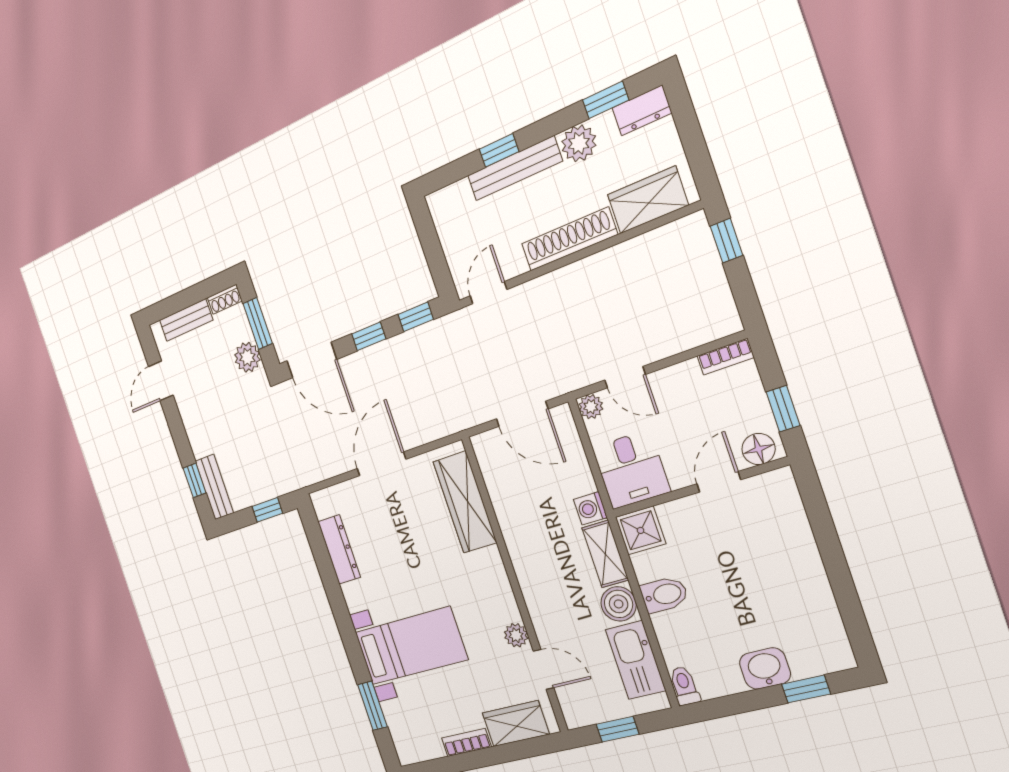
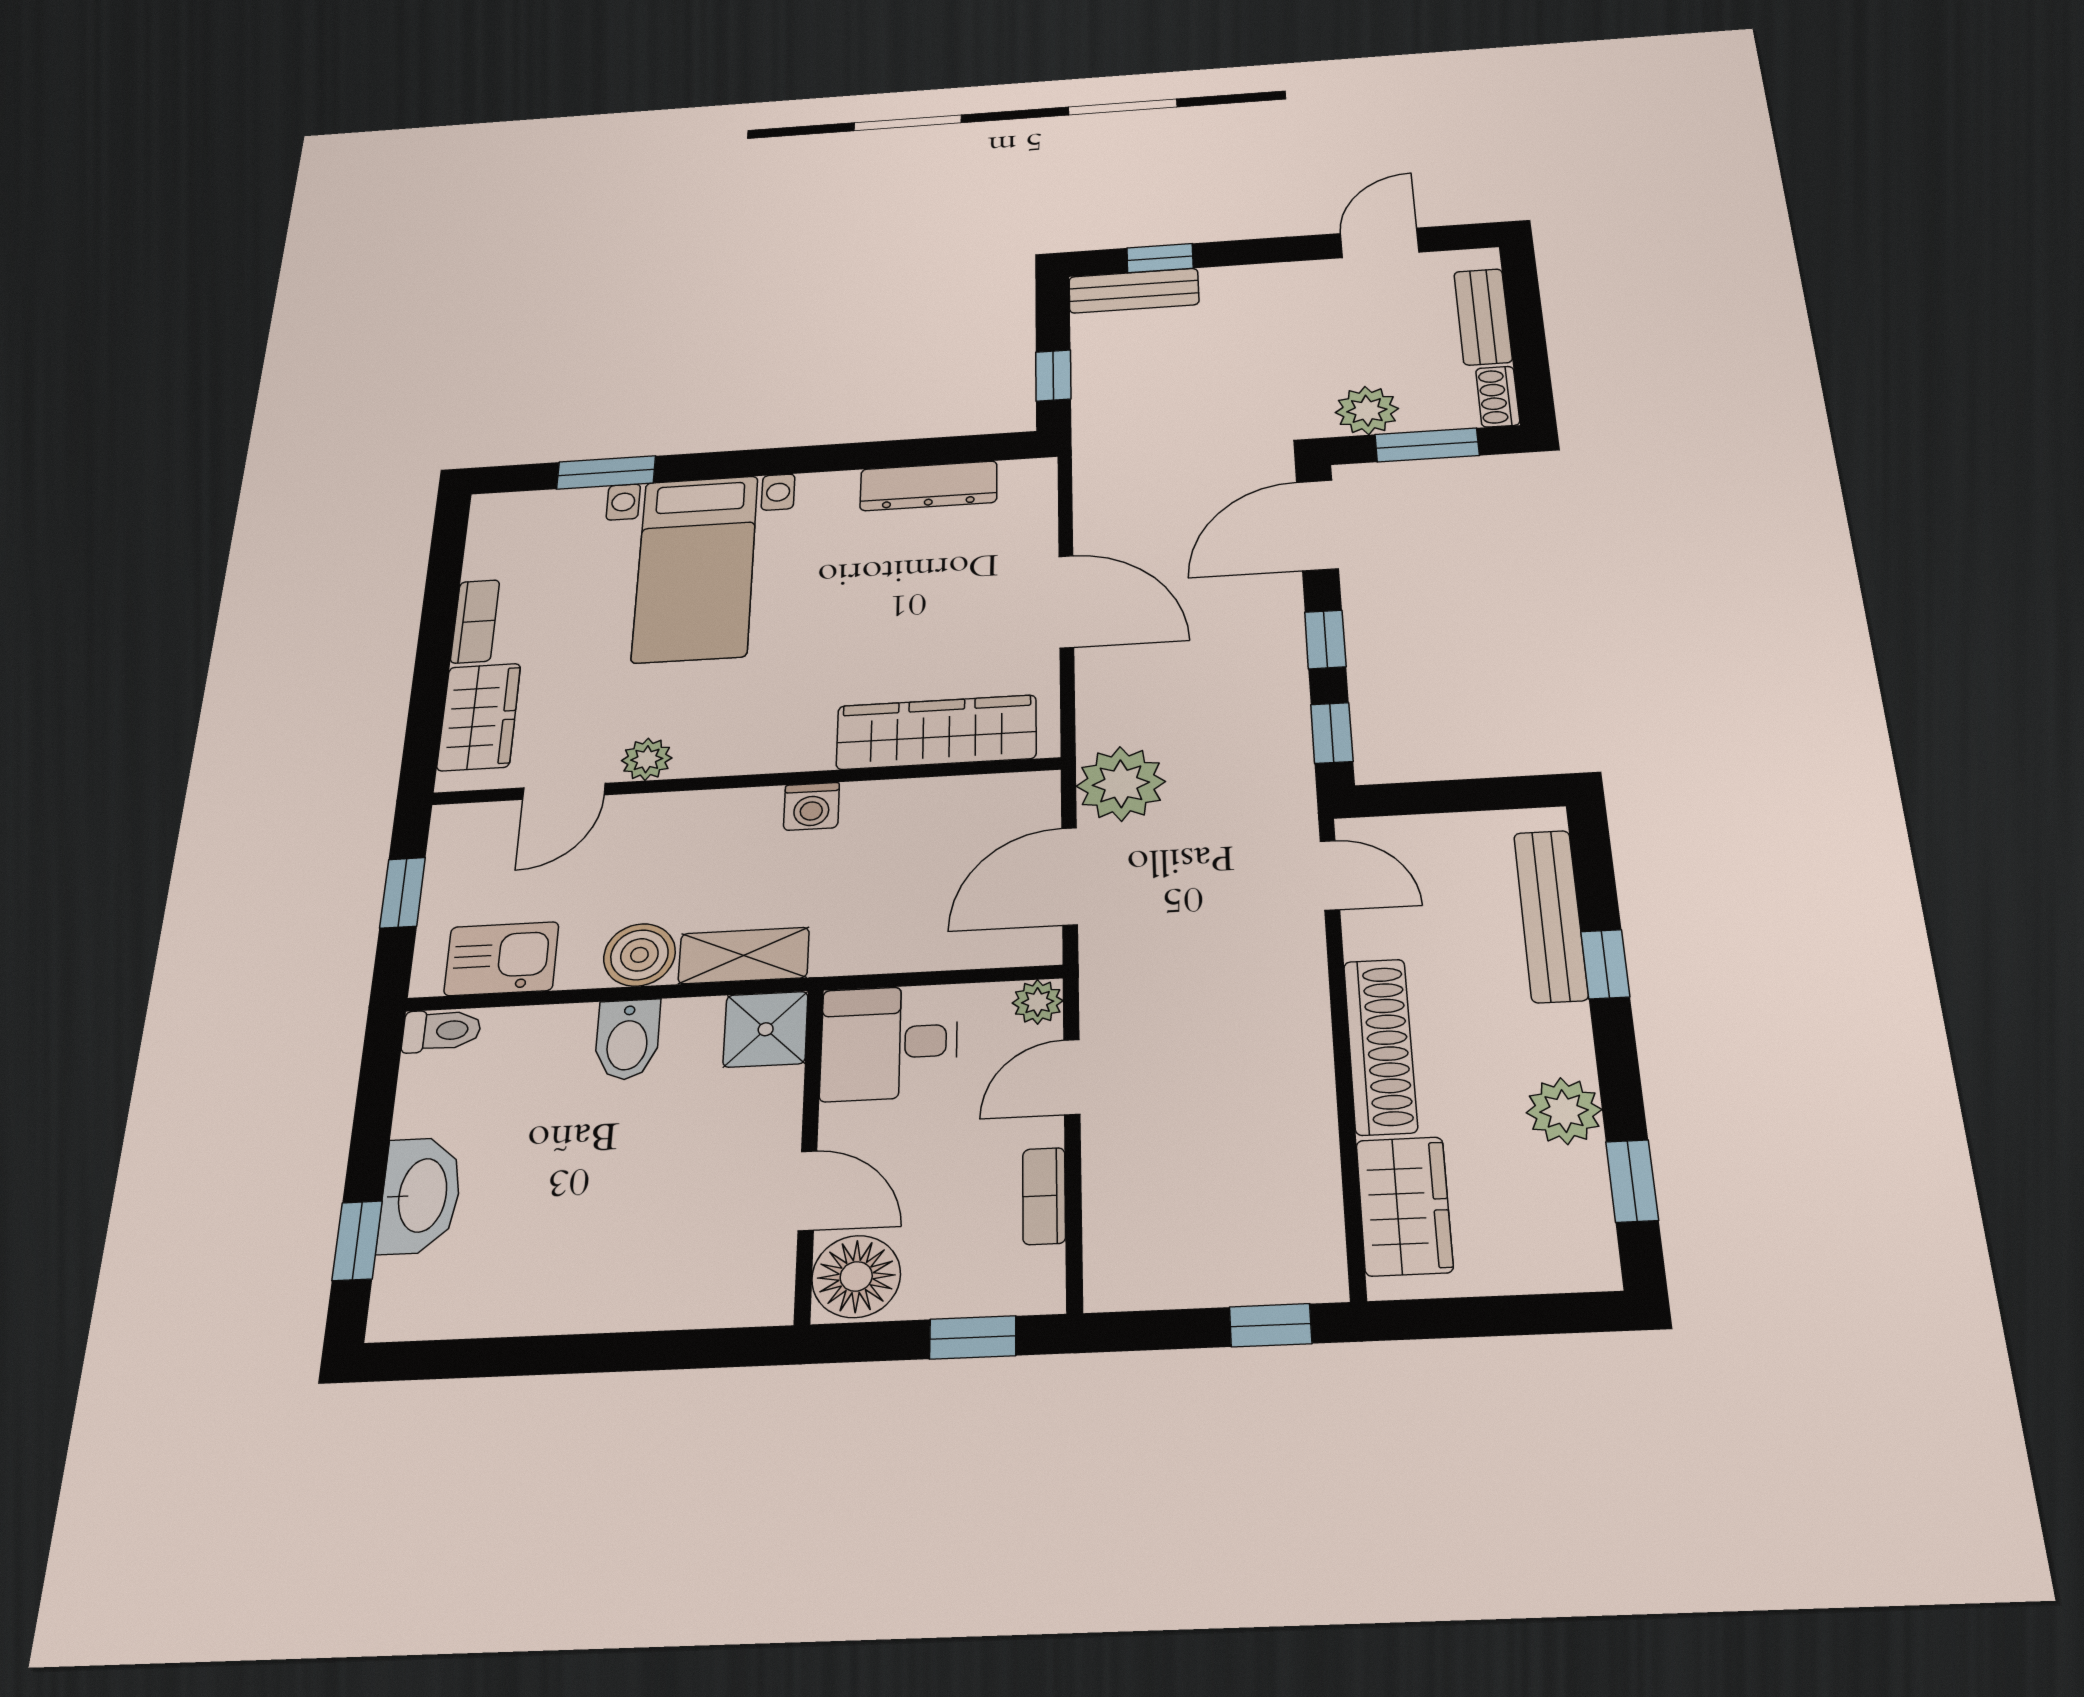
dresser: (642, 110) -> (1586, 1241), removed
bench: (515, 168) -> (1551, 916), moved
bookcase: (725, 357) -> (1044, 1196), moved
door: (161, 381) -> (1380, 243), hinge flipped
plant: (468, 406) -> (1121, 784), added
window: (783, 409) -> (973, 1337), moved
floor lamp: (759, 449) -> (856, 1276), width x1.38, depth x1.38
washing machine: (590, 508) -> (811, 806), moved, turned 180
kitchen sink: (636, 660) -> (501, 959), width x0.73
washbasin: (765, 668) -> (420, 1195), width x1.38

